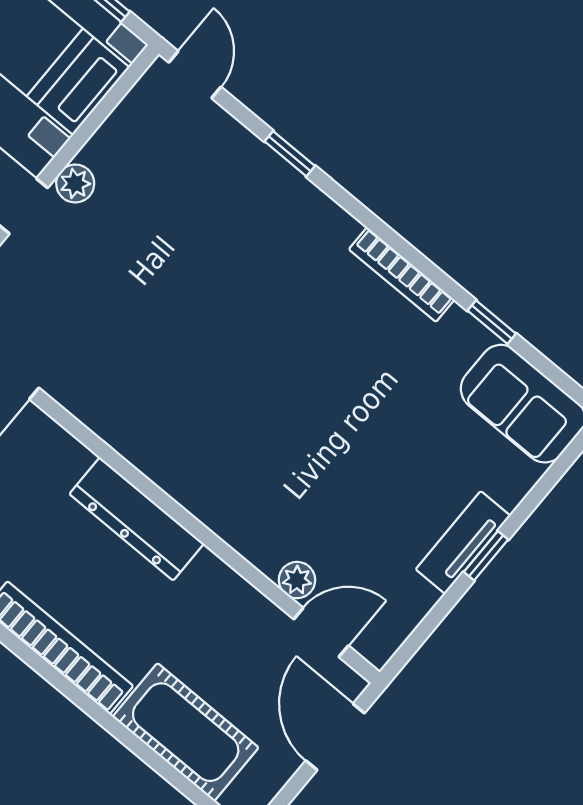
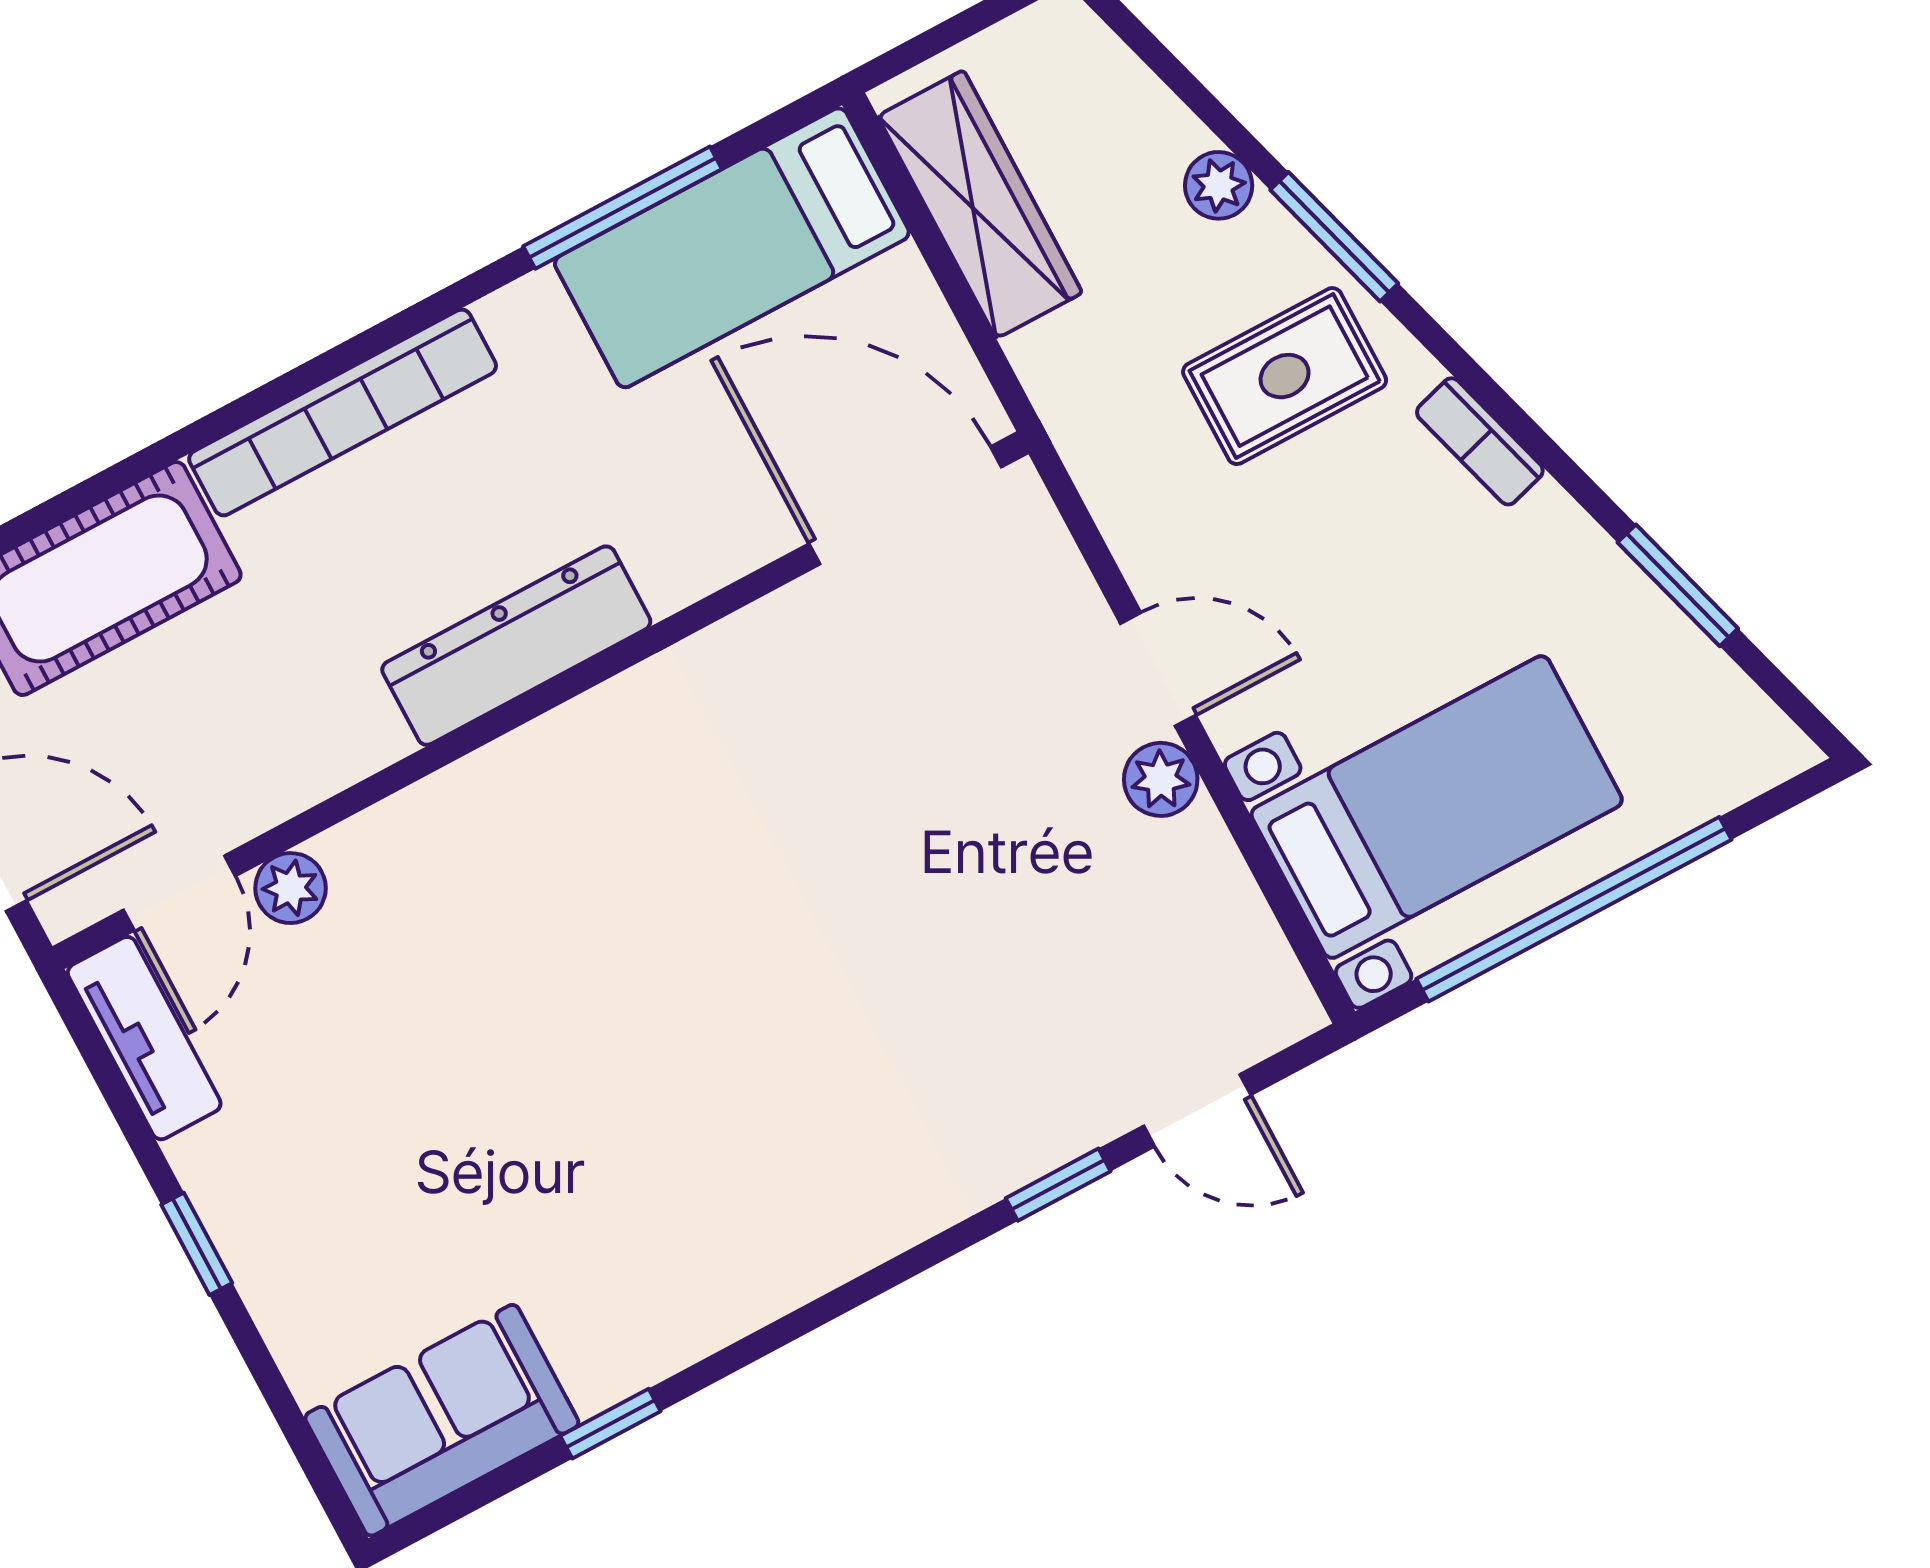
door: (195, 75) -> (1197, 1110), moved
bookcase: (402, 275) -> (761, 1297), removed
tv unit: (463, 542) -> (144, 1038), moved

